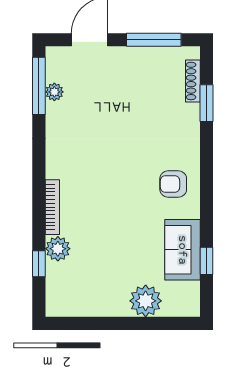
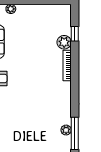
plant: (146, 301) -> (11, 9), width x0.53, depth x0.53

